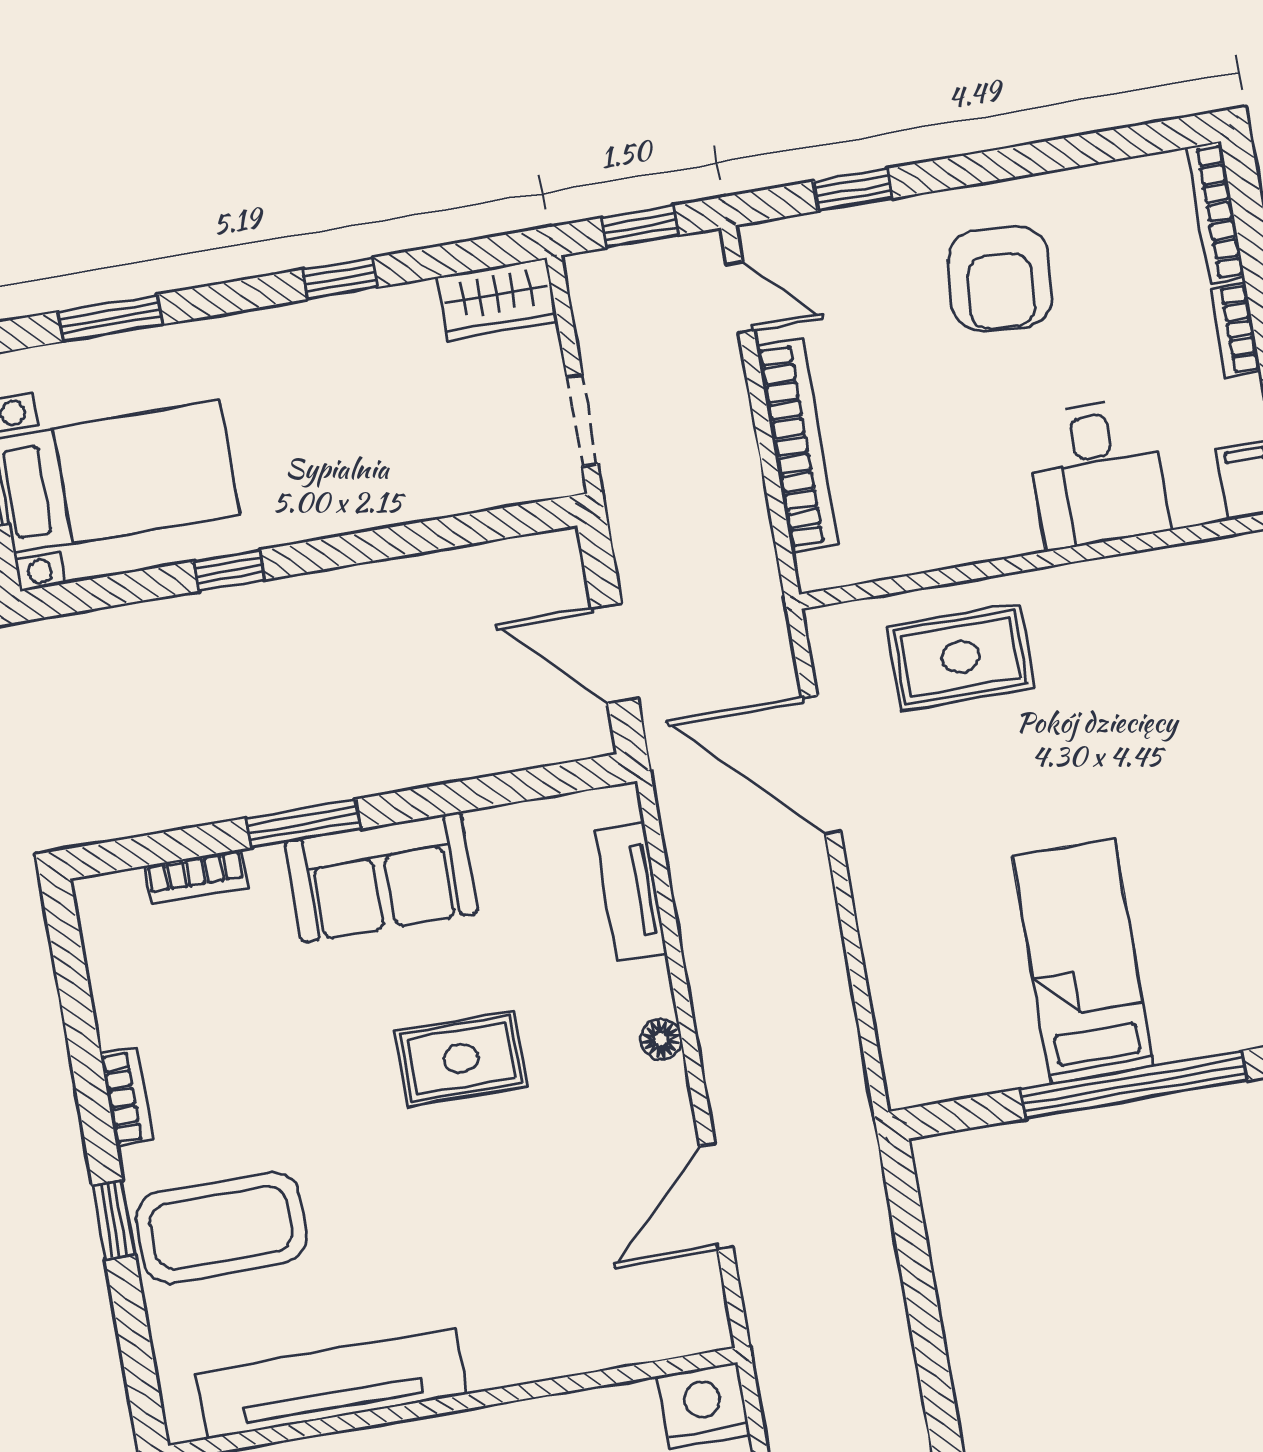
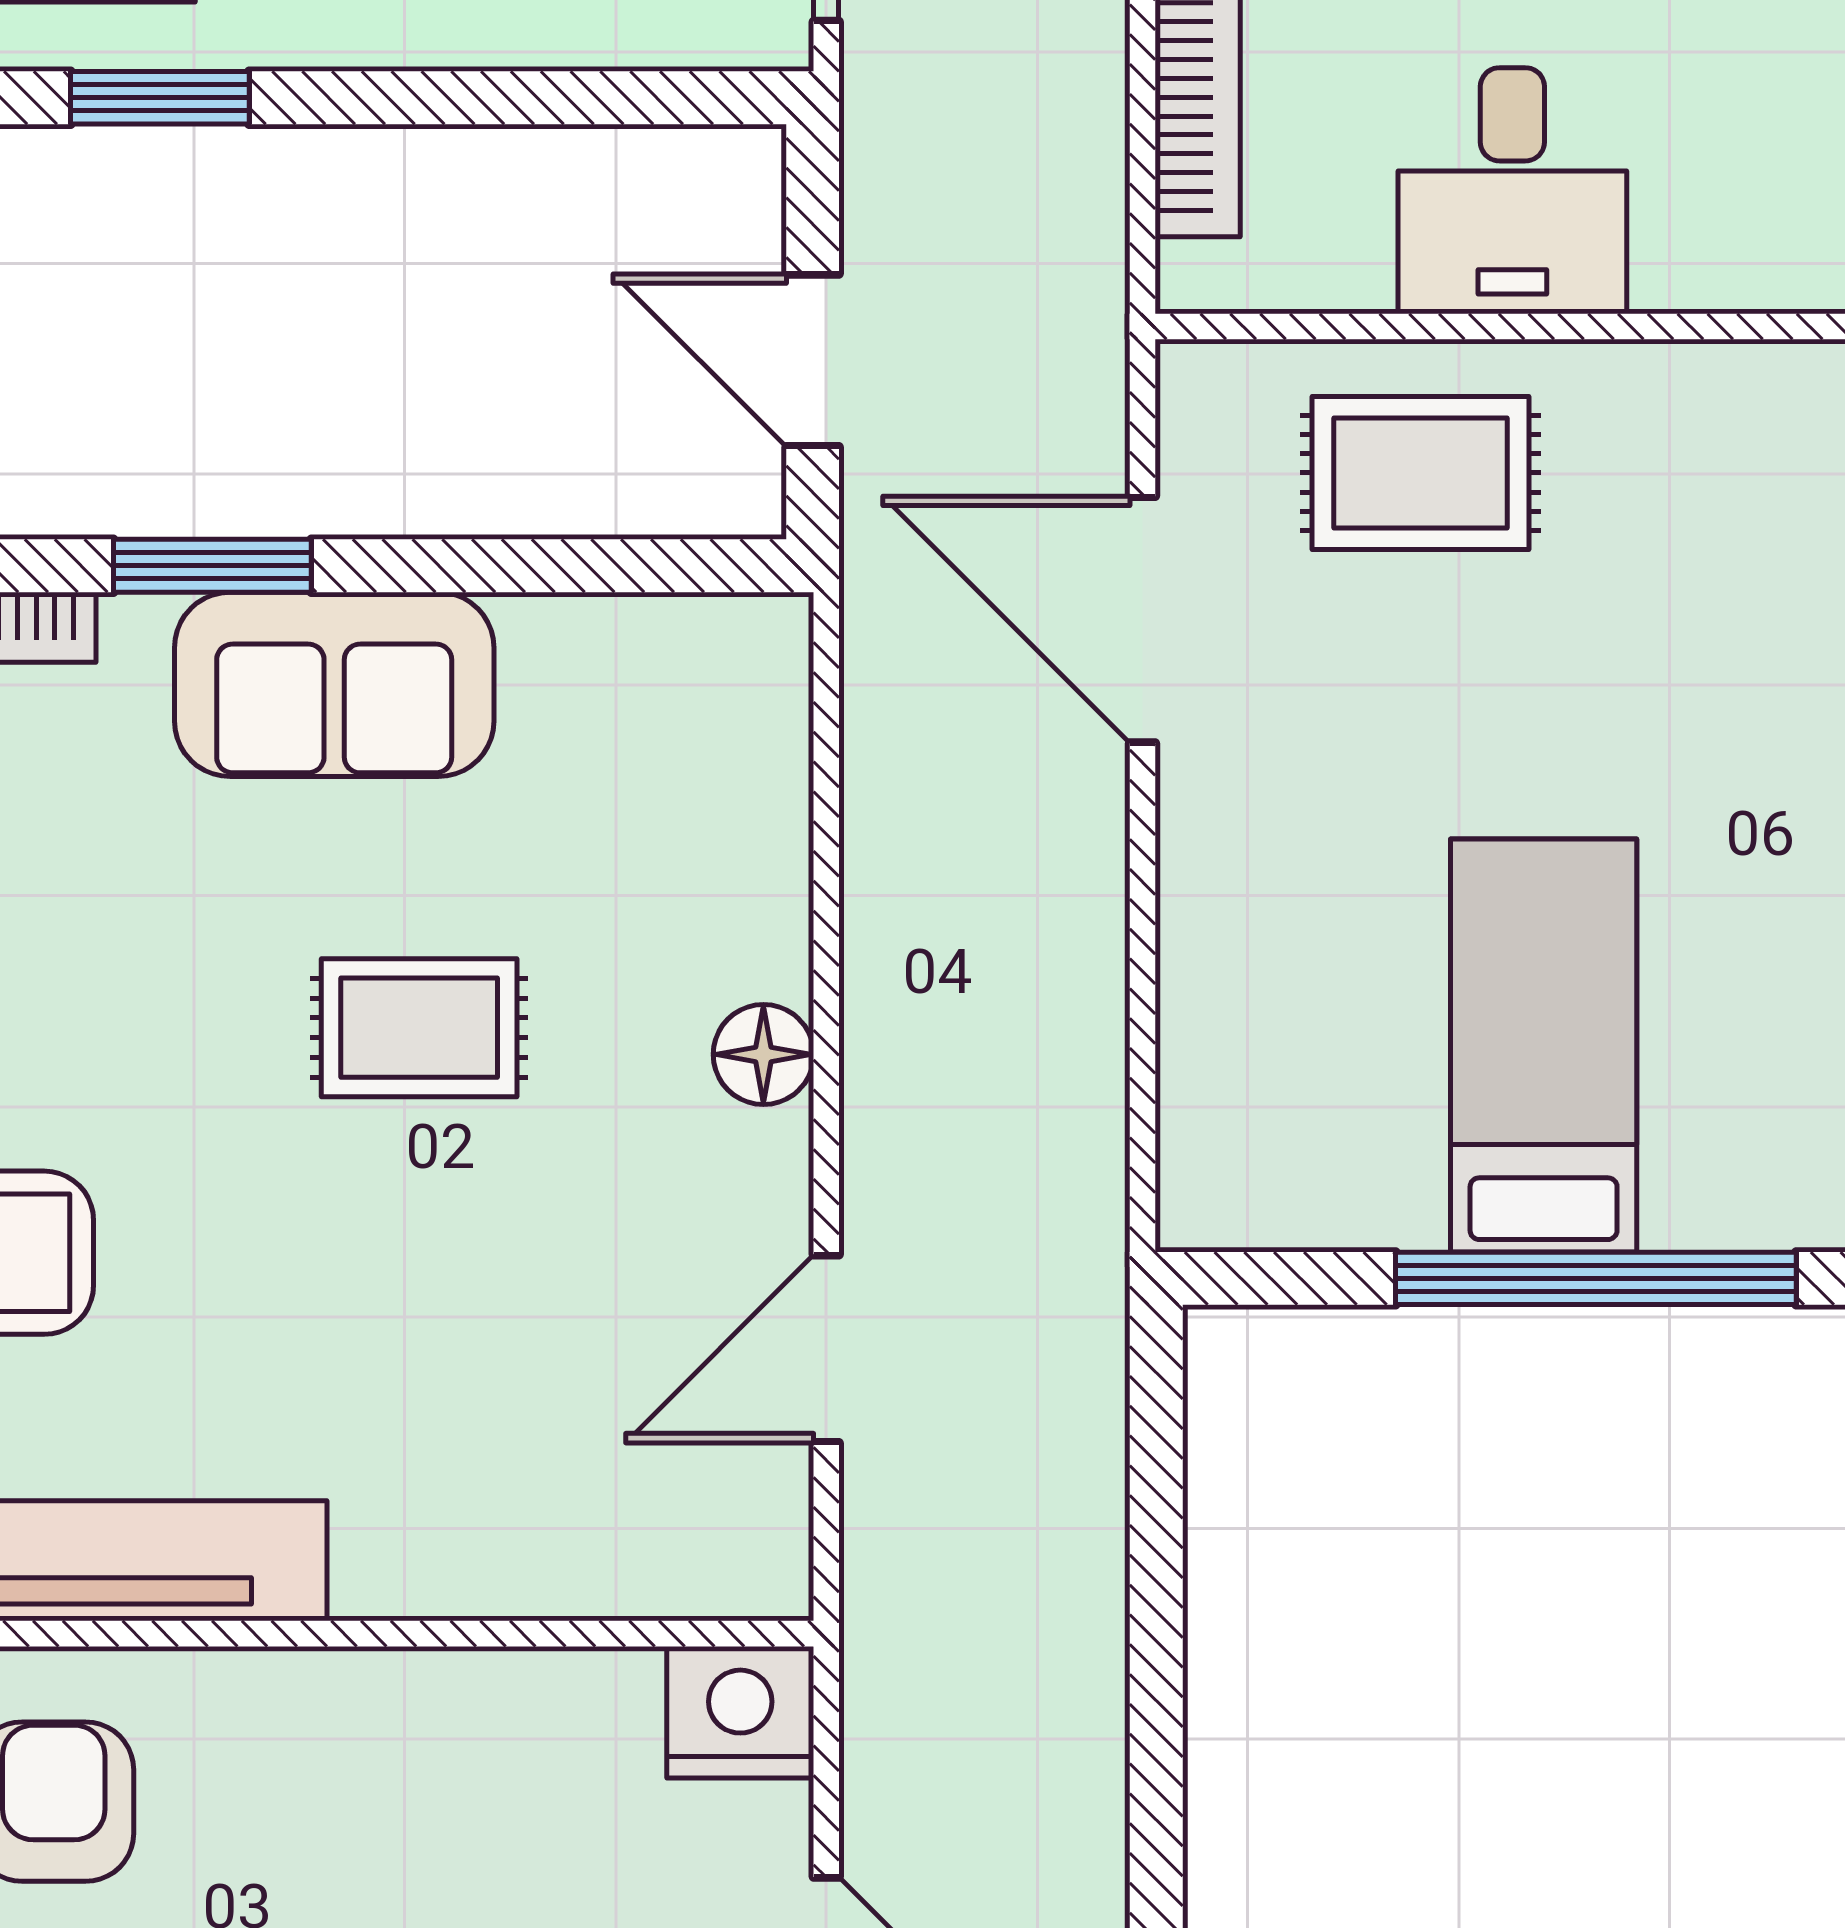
desk: (1097, 473) -> (1512, 191), moved
window: (230, 570) -> (160, 98), width x1.50
tv unit: (631, 892) -> (769, 786), removed
floor lamp: (661, 1039) -> (763, 1054), width x1.37, depth x1.37

